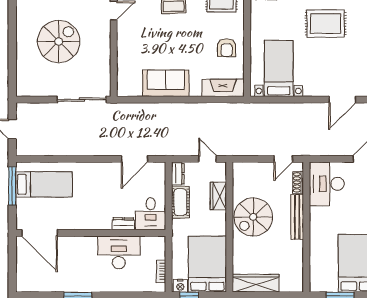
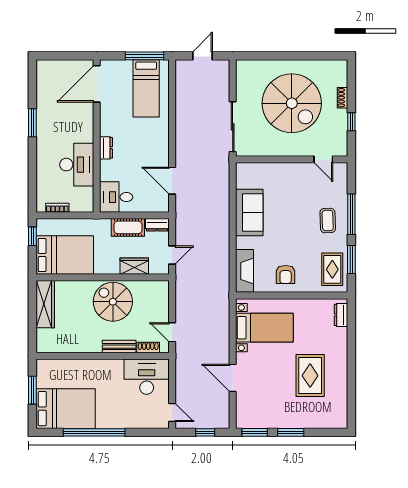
spiral stairs: (59, 42) -> (292, 103), width x1.37, depth x1.37
armchair: (227, 48) -> (286, 275), turned -90
door: (342, 100) -> (233, 378), moved
bench: (297, 217) -> (119, 347), width x0.73
dresser: (123, 224) -> (106, 148), moved
nightstand: (180, 286) -> (43, 227), removed

